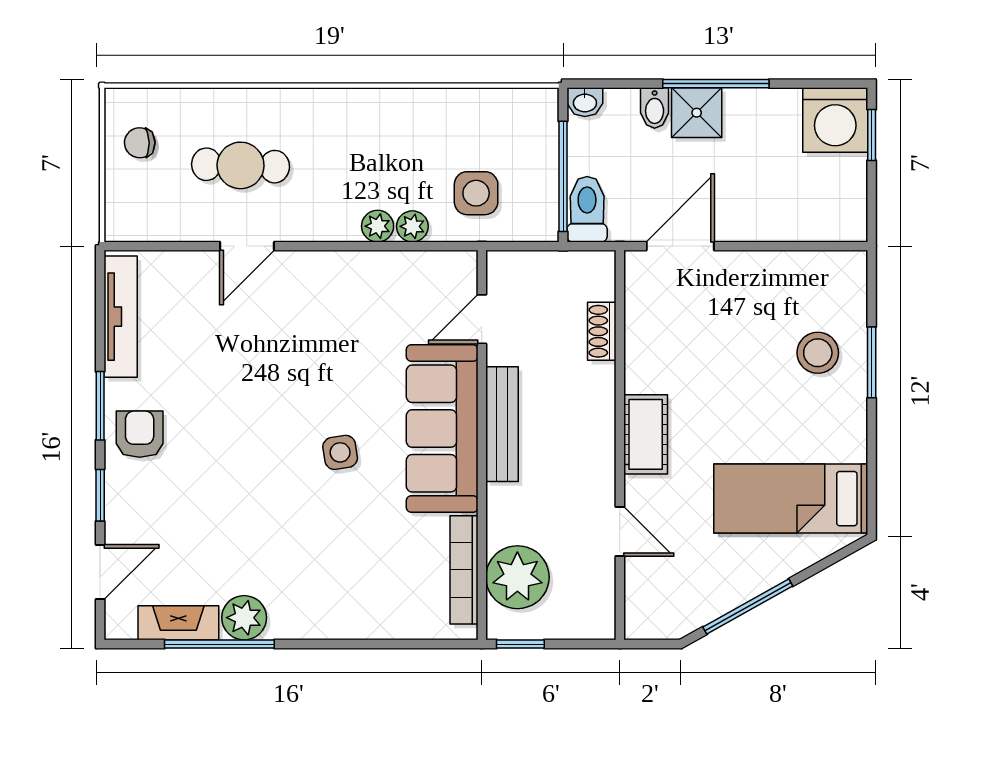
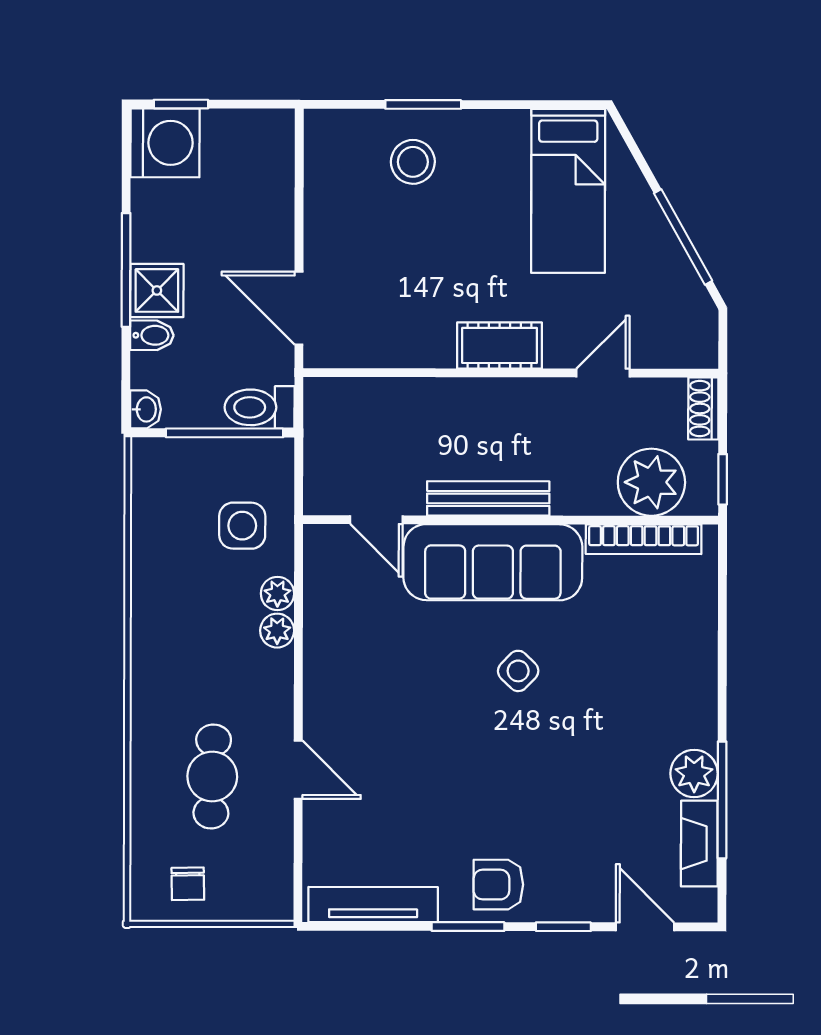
shoe rack: (602, 331) -> (703, 409), moved, turned 90
side table: (340, 452) -> (518, 671), turned -37

